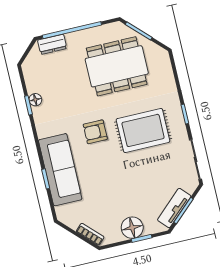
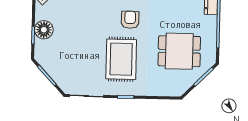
dining table: (117, 66) -> (179, 51), width x0.73
tv unit: (174, 208) -> (51, 68), removed

